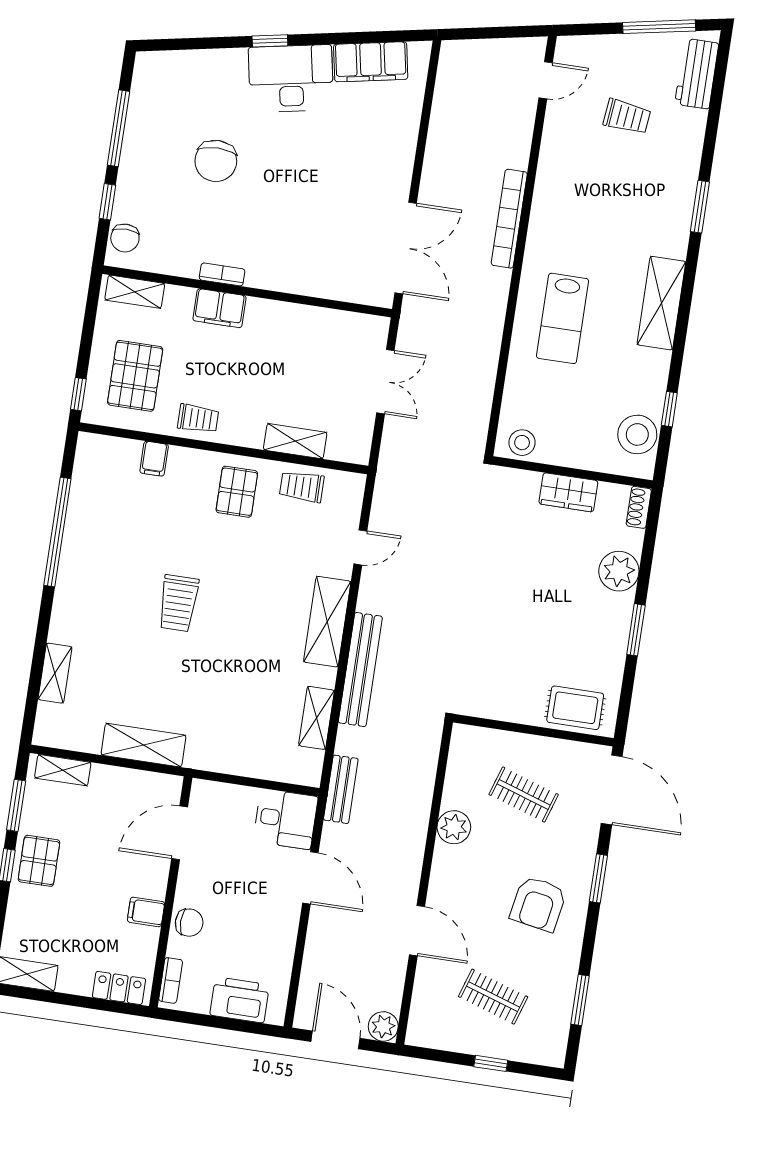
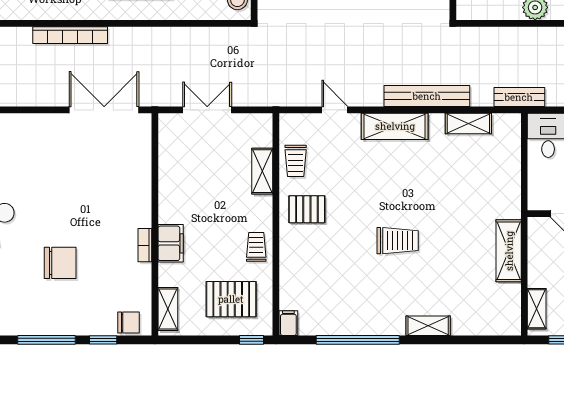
filing cabinet: (154, 459) -> (288, 323), moved, turned -90
shelving: (55, 673) -> (428, 326), moved

